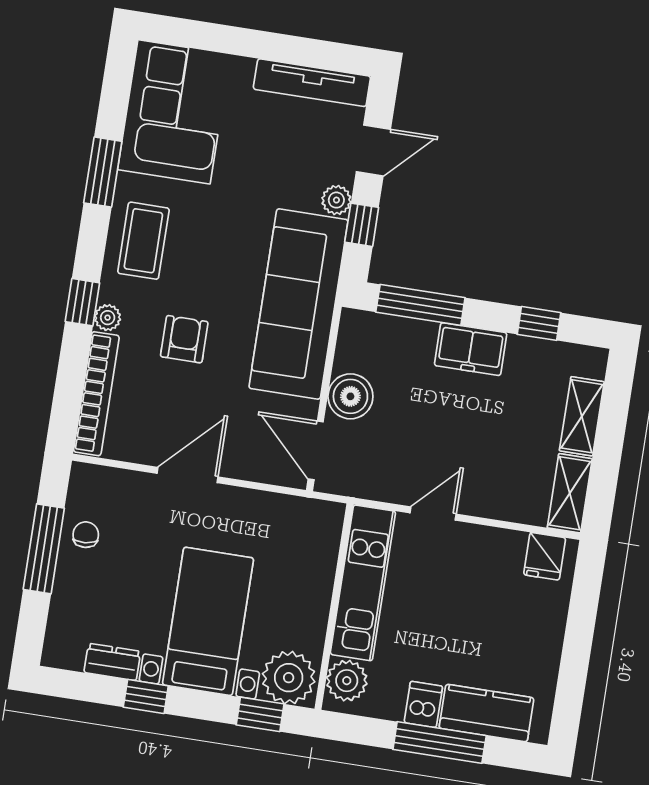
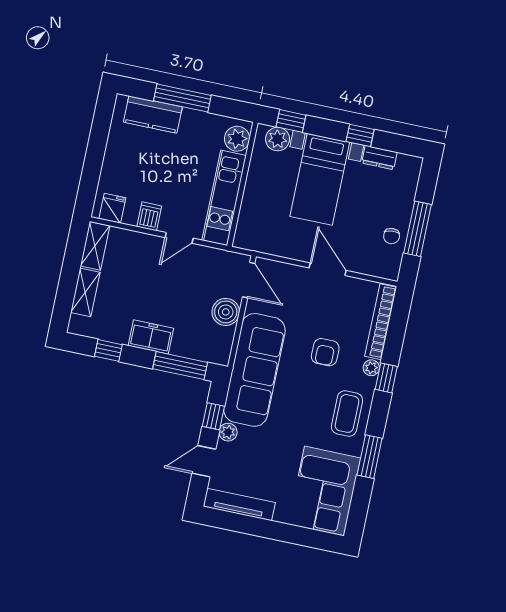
door: (187, 475) -> (328, 269), swing flipped
plant: (289, 678) -> (278, 139), width x0.73, depth x0.73
dishwasher: (423, 704) -> (149, 216), moved, turned 180

